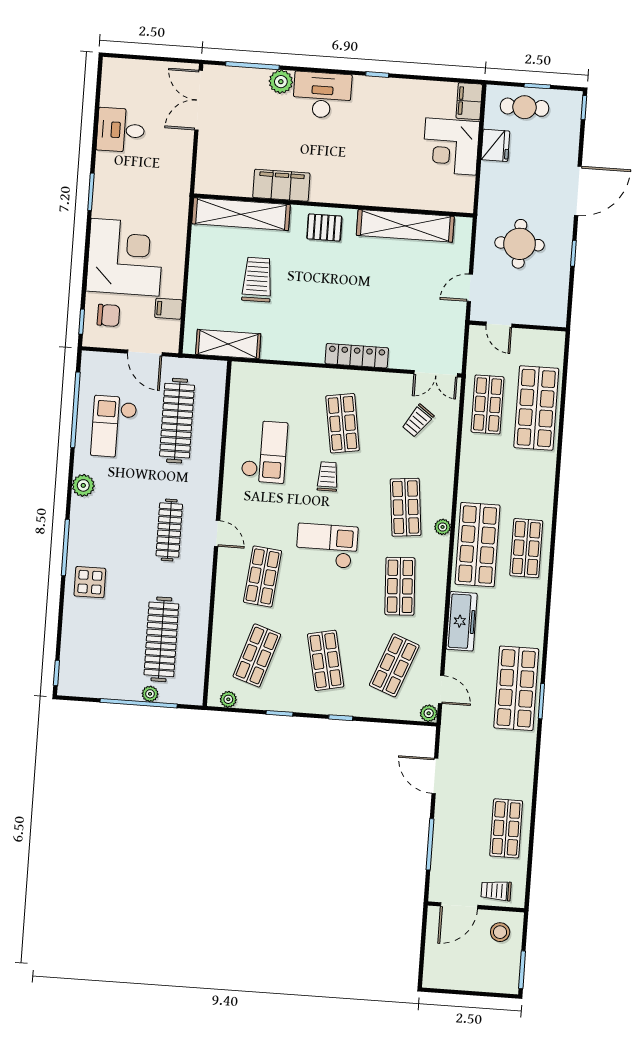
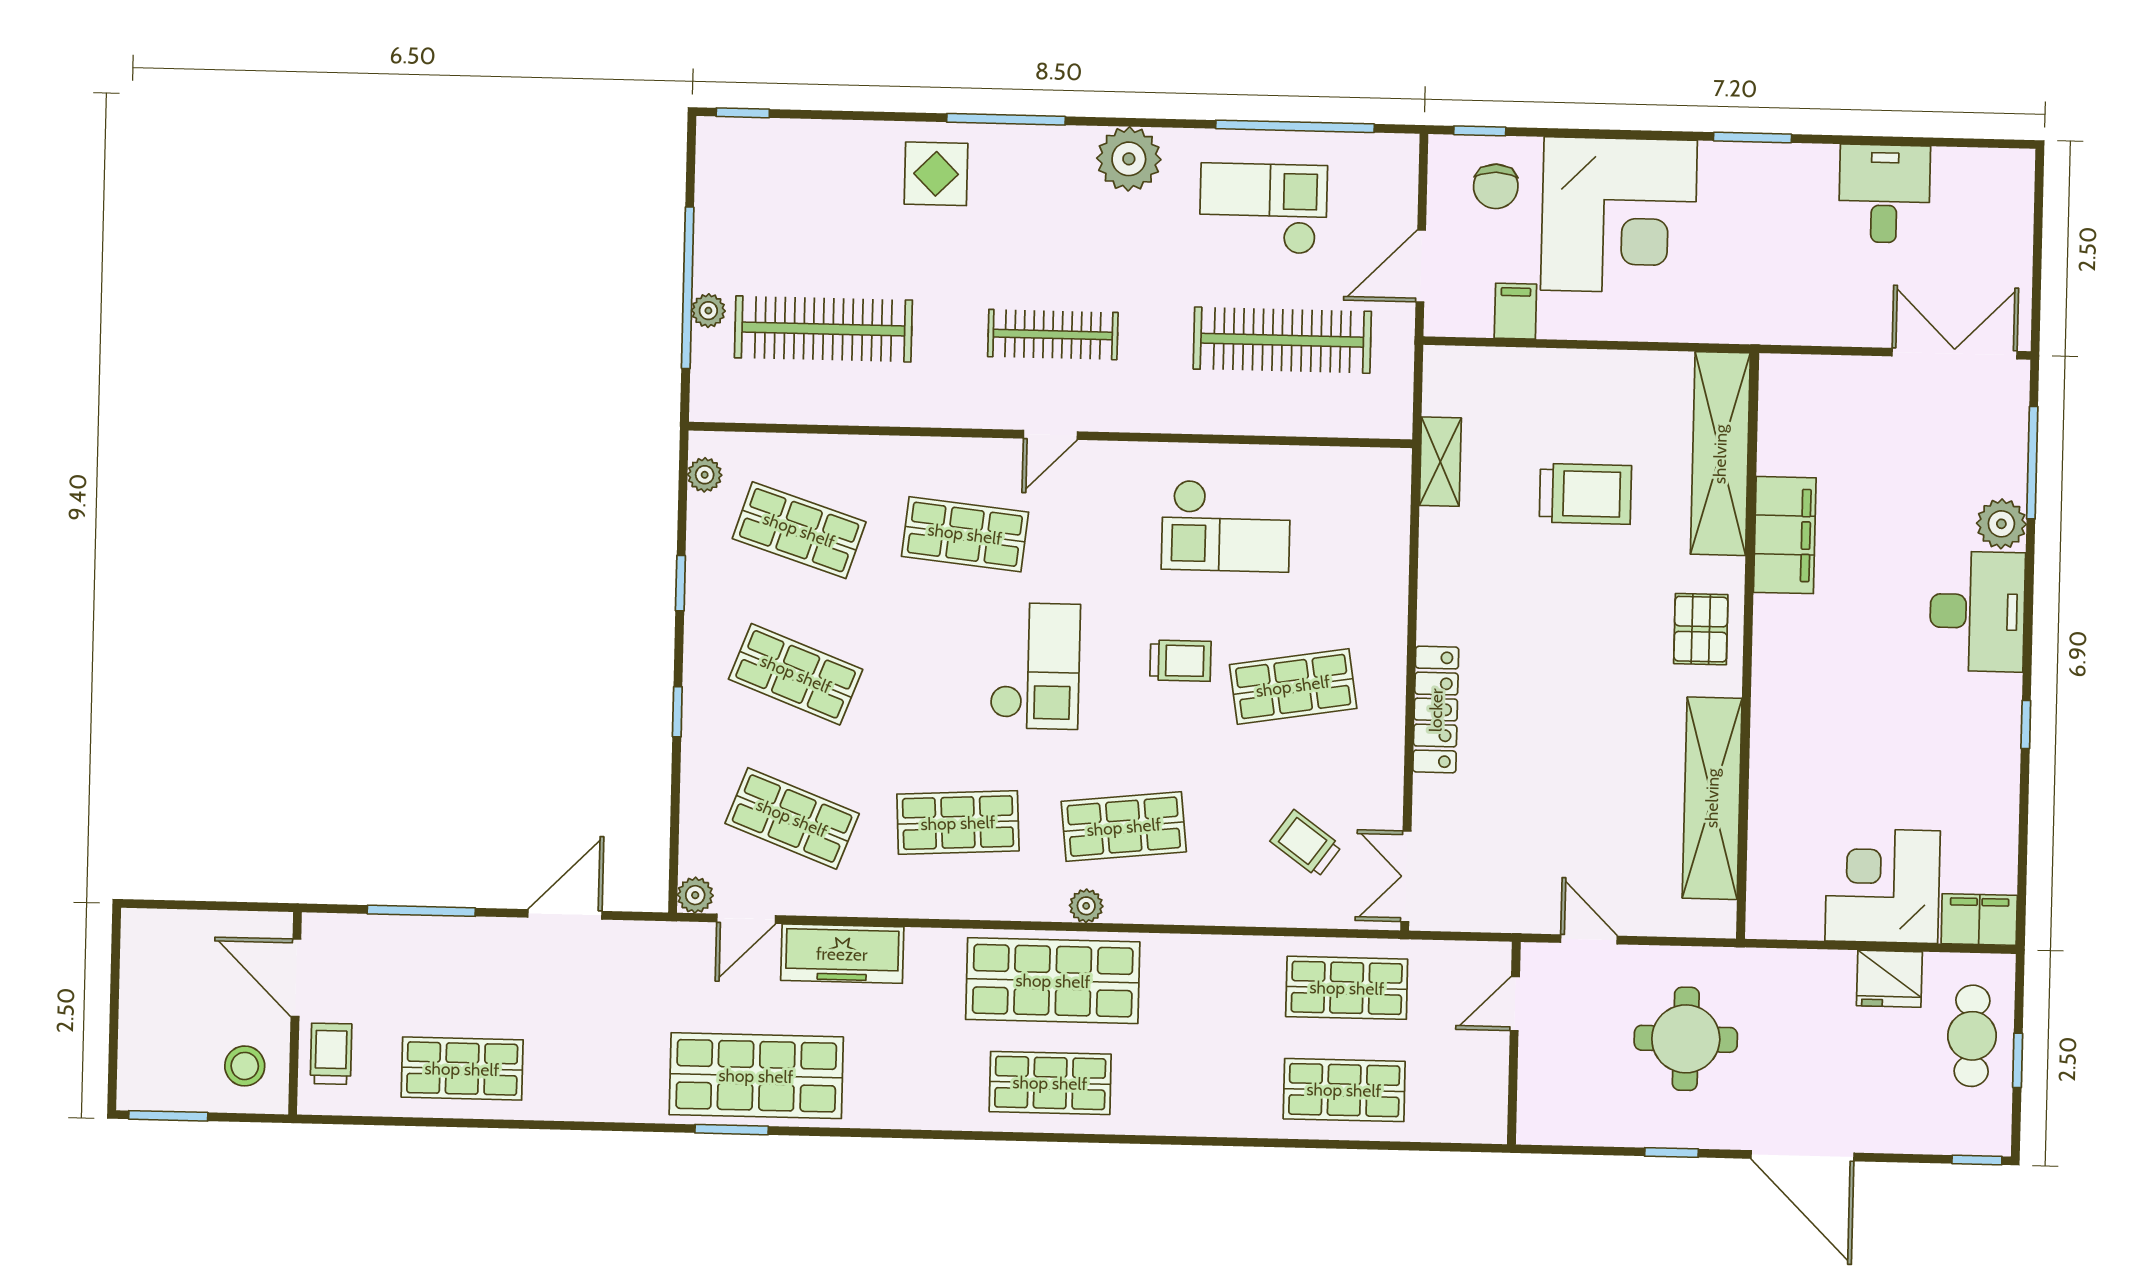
shelving: (228, 344) -> (1440, 462), width x0.67, depth x0.75
shop shelf: (536, 408) -> (1344, 1090), width x0.70, depth x0.74
plant: (83, 485) -> (1129, 159), width x1.36, depth x1.36
freezer: (462, 621) -> (842, 954), moved
shop shelf: (326, 660) -> (796, 674), turned 33

